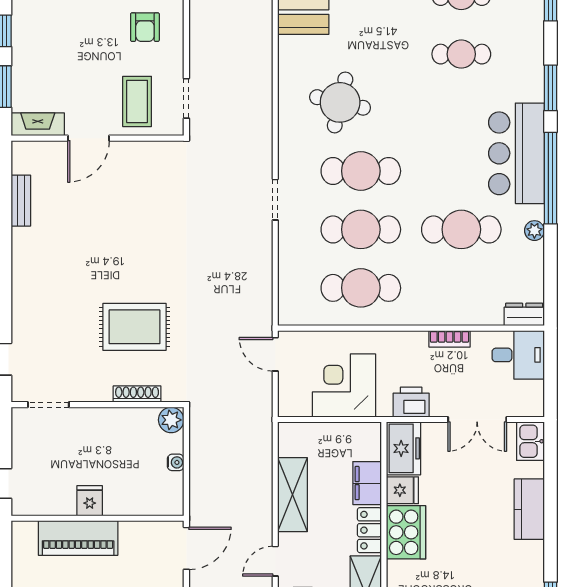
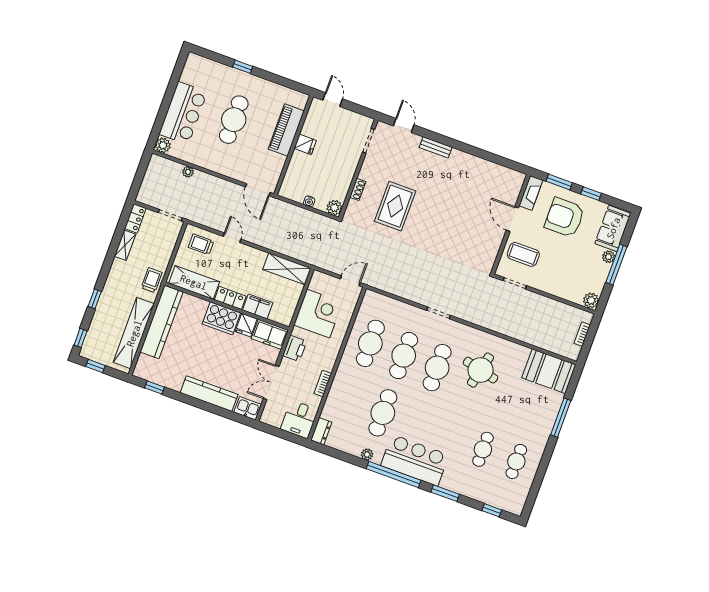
armchair: (145, 27) -> (565, 218), moved, width x1.88, depth x1.88
bench: (21, 201) -> (436, 147), moved
shoe rack: (137, 394) -> (358, 189), width x0.70
shelving: (293, 495) -> (287, 269), moved
kitchen counter: (529, 509) -> (209, 394), width x1.50

